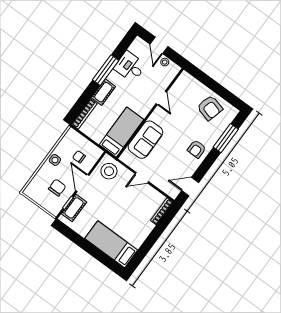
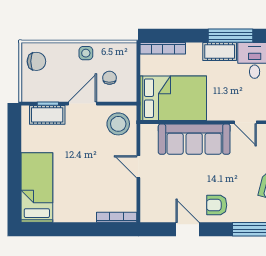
cot: (103, 92) -> (220, 52), moved
door: (161, 98) -> (245, 122), hinge flipped
bed: (122, 132) -> (173, 98), width x1.50
sofa: (146, 140) -> (194, 139), width x1.36
door: (190, 187) -> (188, 229), moved
chair: (57, 188) -> (36, 61), moved

